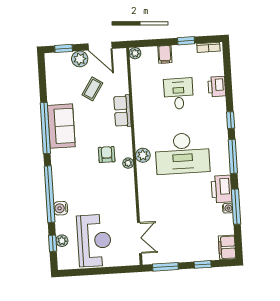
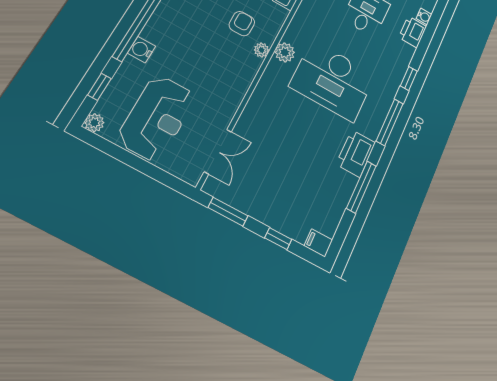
water cooler: (228, 208) -> (424, 17), moved
plant: (62, 241) -> (94, 123), moved
filing cabinet: (227, 247) -> (318, 243), width x0.50

